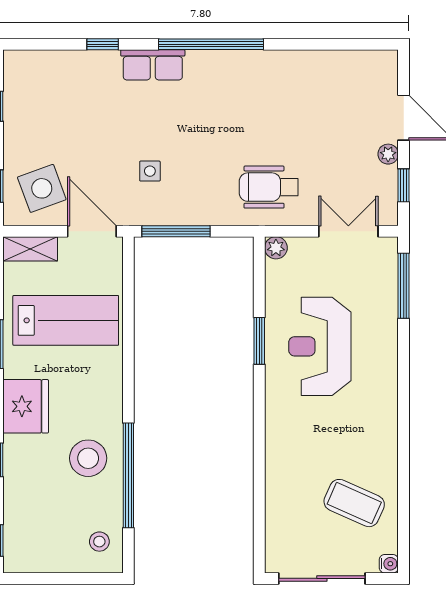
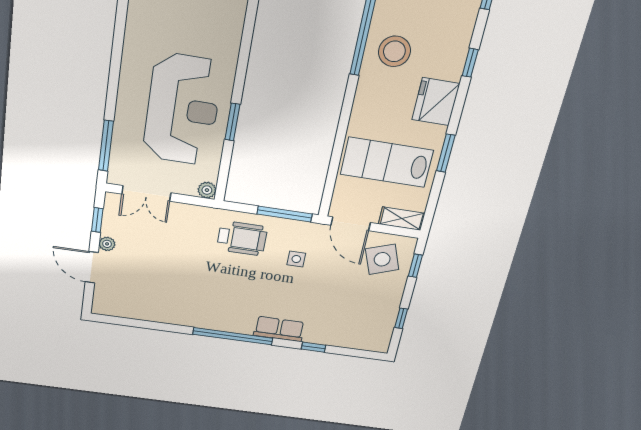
wheelchair: (269, 187) -> (242, 238), moved
reception desk: (320, 346) -> (182, 110), width x1.36, depth x1.30

